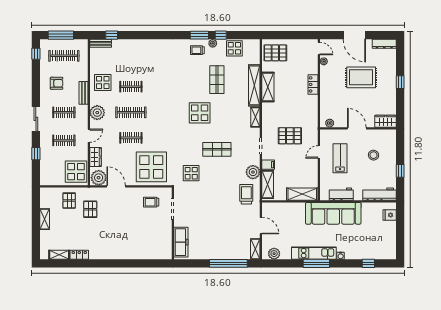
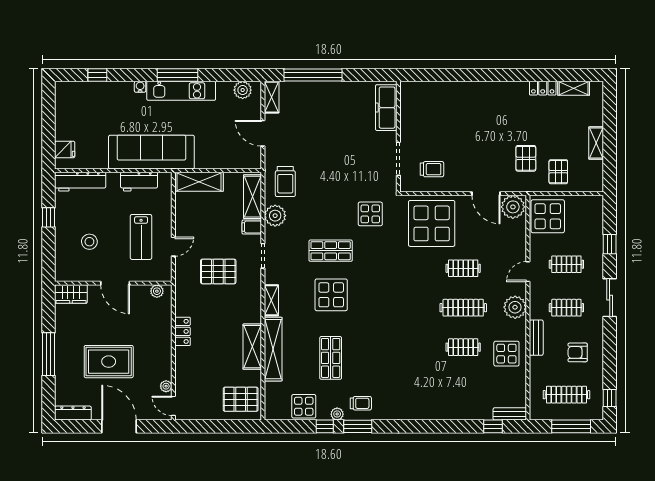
window: (400, 82) -> (49, 354), width x2.17
locker: (313, 84) -> (183, 331), moved
display table: (200, 113) -> (331, 295), moved
wardrobe: (95, 157) -> (518, 239), removed

